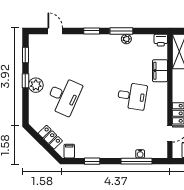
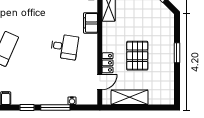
window: (137, 161) -> (55, 108), moved

